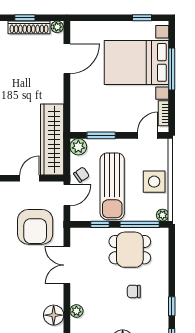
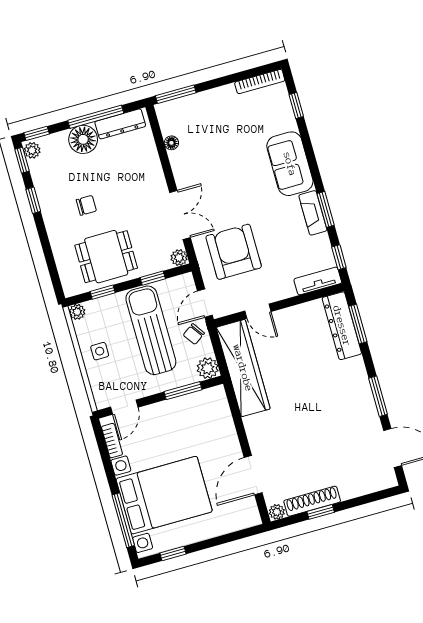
window: (172, 69) -> (123, 520), moved
door: (30, 178) -> (258, 311), hinge flipped
side table: (154, 182) -> (100, 351), width x0.54, depth x0.54
window: (140, 224) -> (103, 292), width x0.46
plant: (76, 311) -> (179, 258), moved
floor lamp: (54, 315) -> (171, 143), width x0.53, depth x0.53

